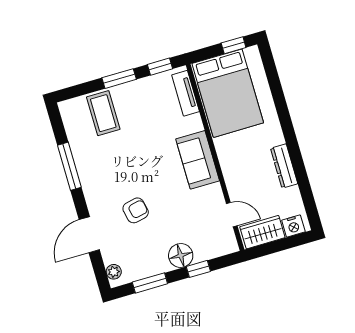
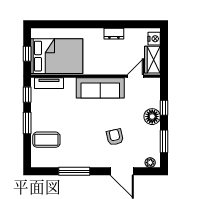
window: (234, 45) -> (27, 54), moved
sofa: (198, 160) -> (100, 88), width x1.36
dresser: (284, 166) -> (114, 34), width x0.70

